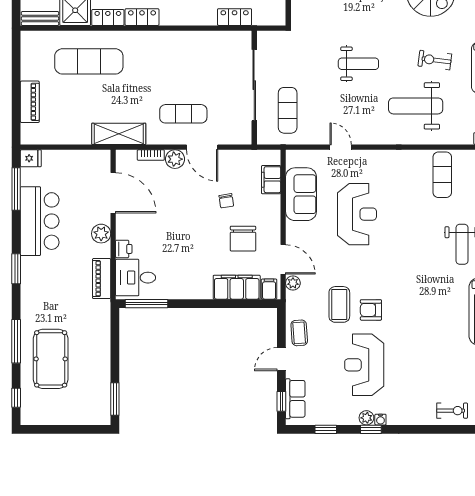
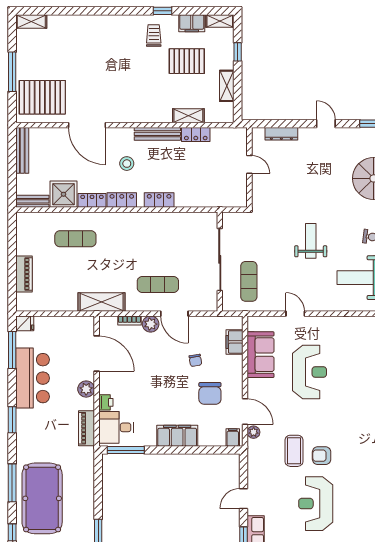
locker: (235, 17) -> (159, 200), moved
exercise mat: (89, 61) -> (75, 239), width x0.73, depth x0.69
weight bench: (358, 64) -> (311, 241), turned -90
filing cabinet: (237, 287) -> (177, 436), moved
coffee table: (299, 333) -> (259, 476), removed
pool table: (51, 359) -> (42, 498), width x1.36, depth x1.32

